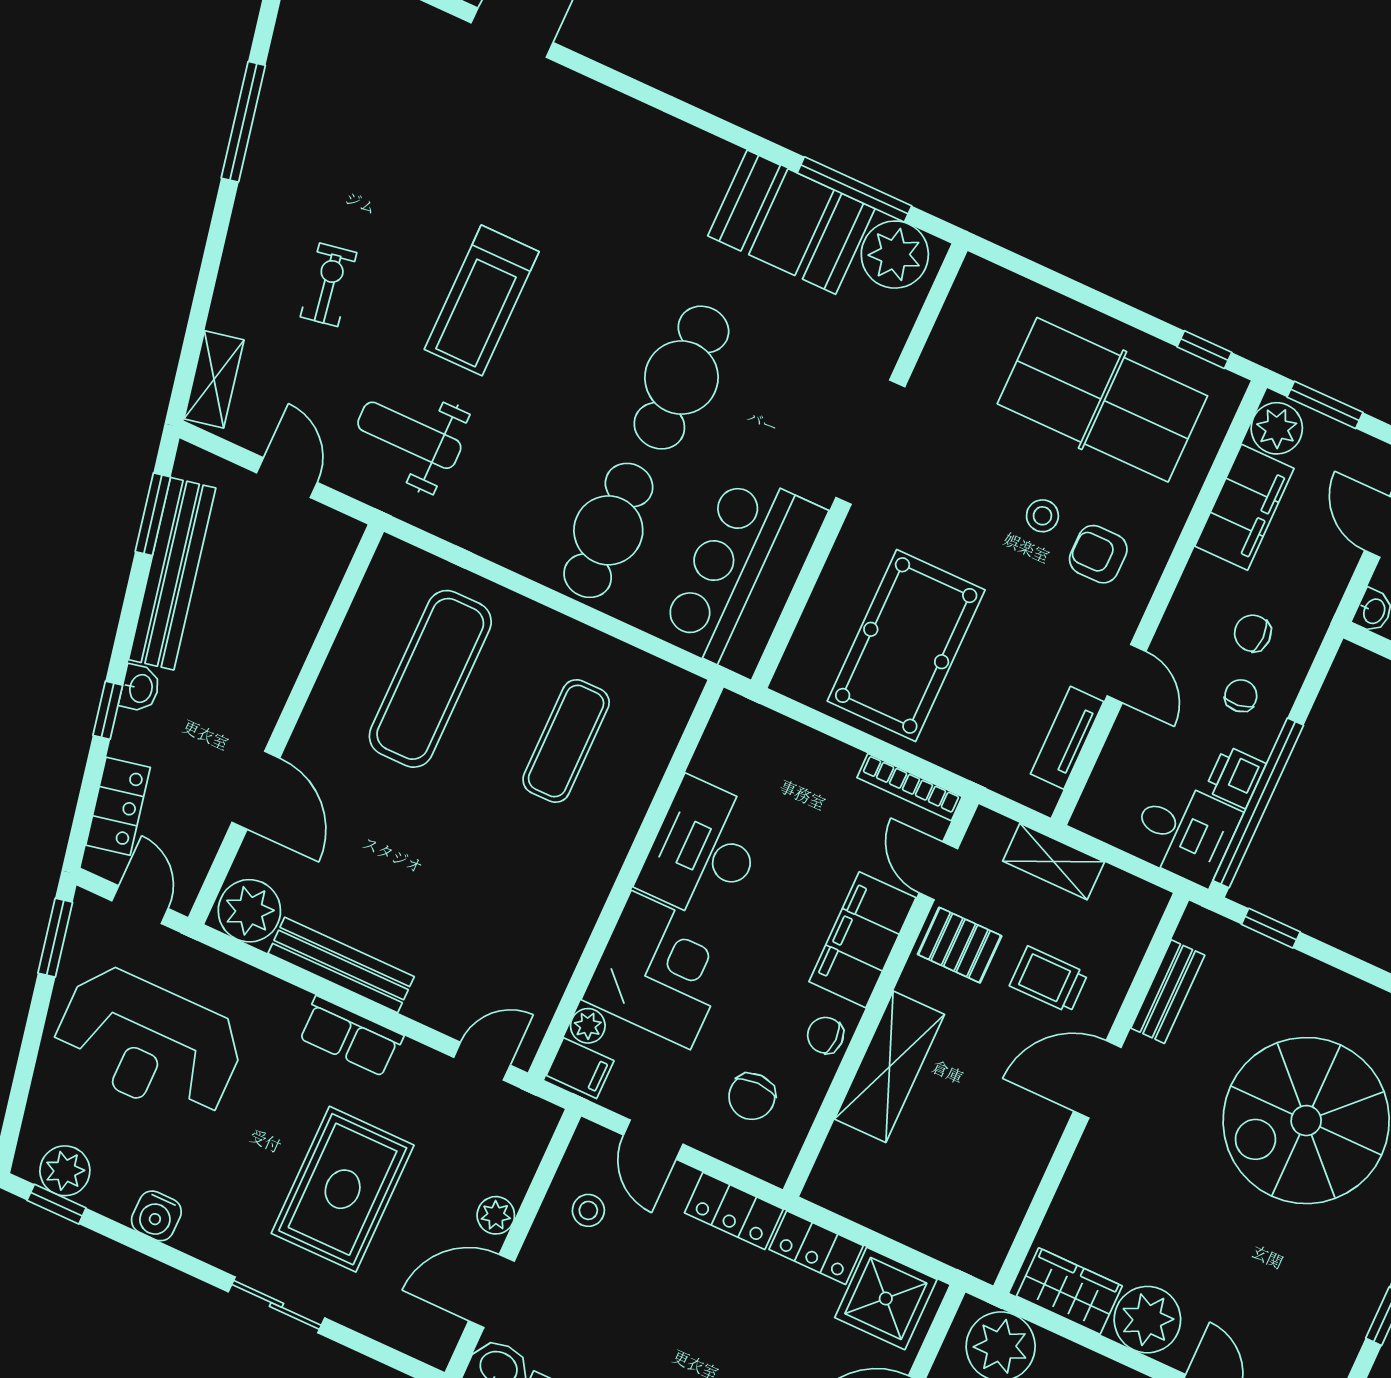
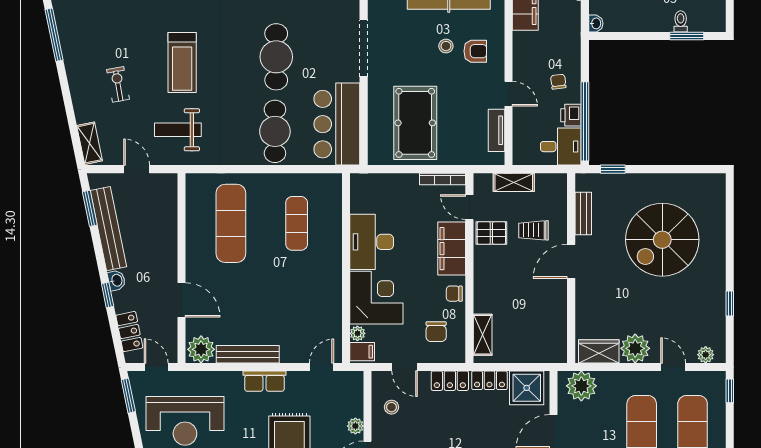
armchair: (1098, 554) -> (475, 51), turned 180
chair: (1253, 633) -> (552, 54), removed
shelving: (889, 1067) -> (483, 335), moved, width x0.67, depth x0.75

